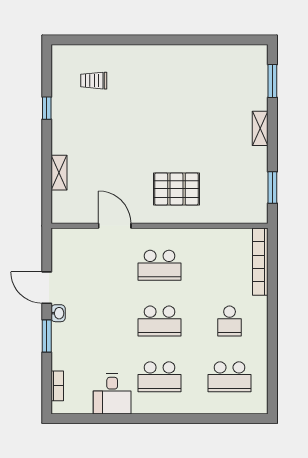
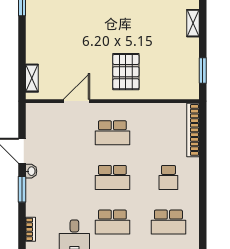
shelving: (59, 173) -> (32, 78), moved
pallet: (176, 189) -> (126, 72), turned 90
door: (115, 226) -> (77, 101), hinge flipped

